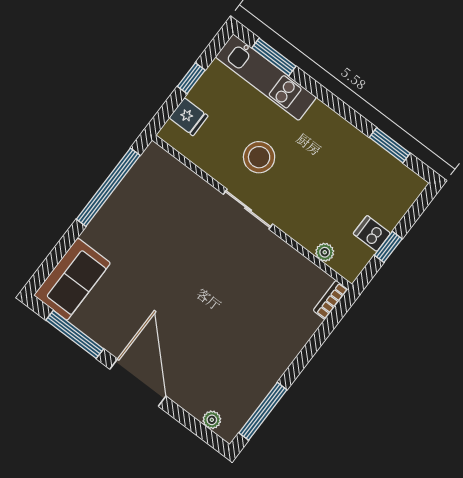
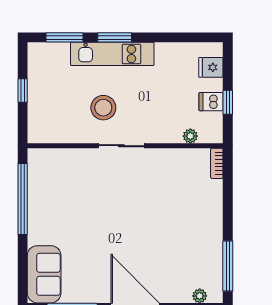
kitchen unit: (266, 77) -> (112, 54), moved
fridge: (189, 117) -> (211, 67), moved, turned 180
window: (390, 145) -> (115, 37), moved

